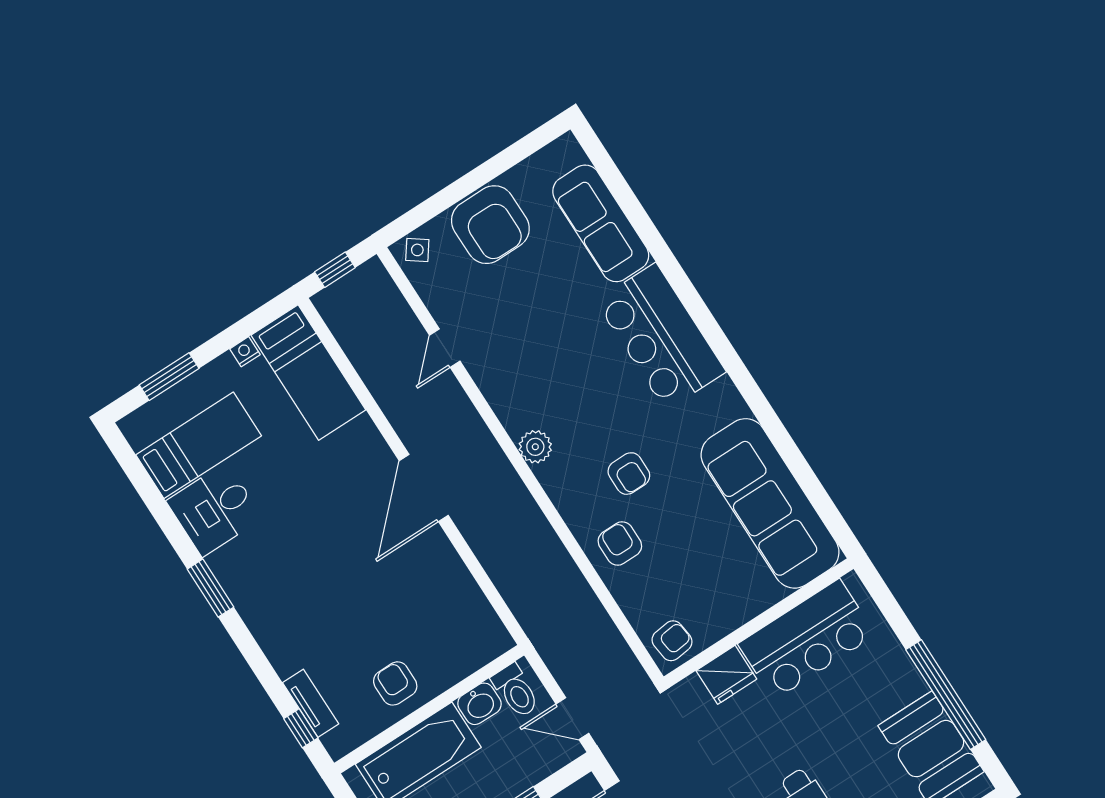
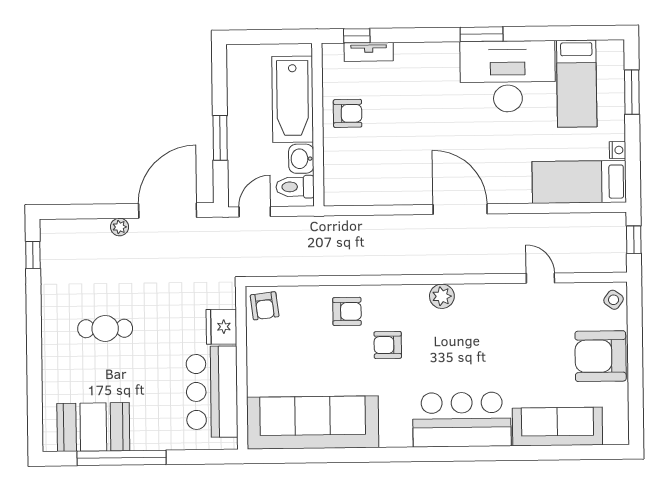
desk: (214, 510) -> (508, 76), width x1.87, depth x1.30

